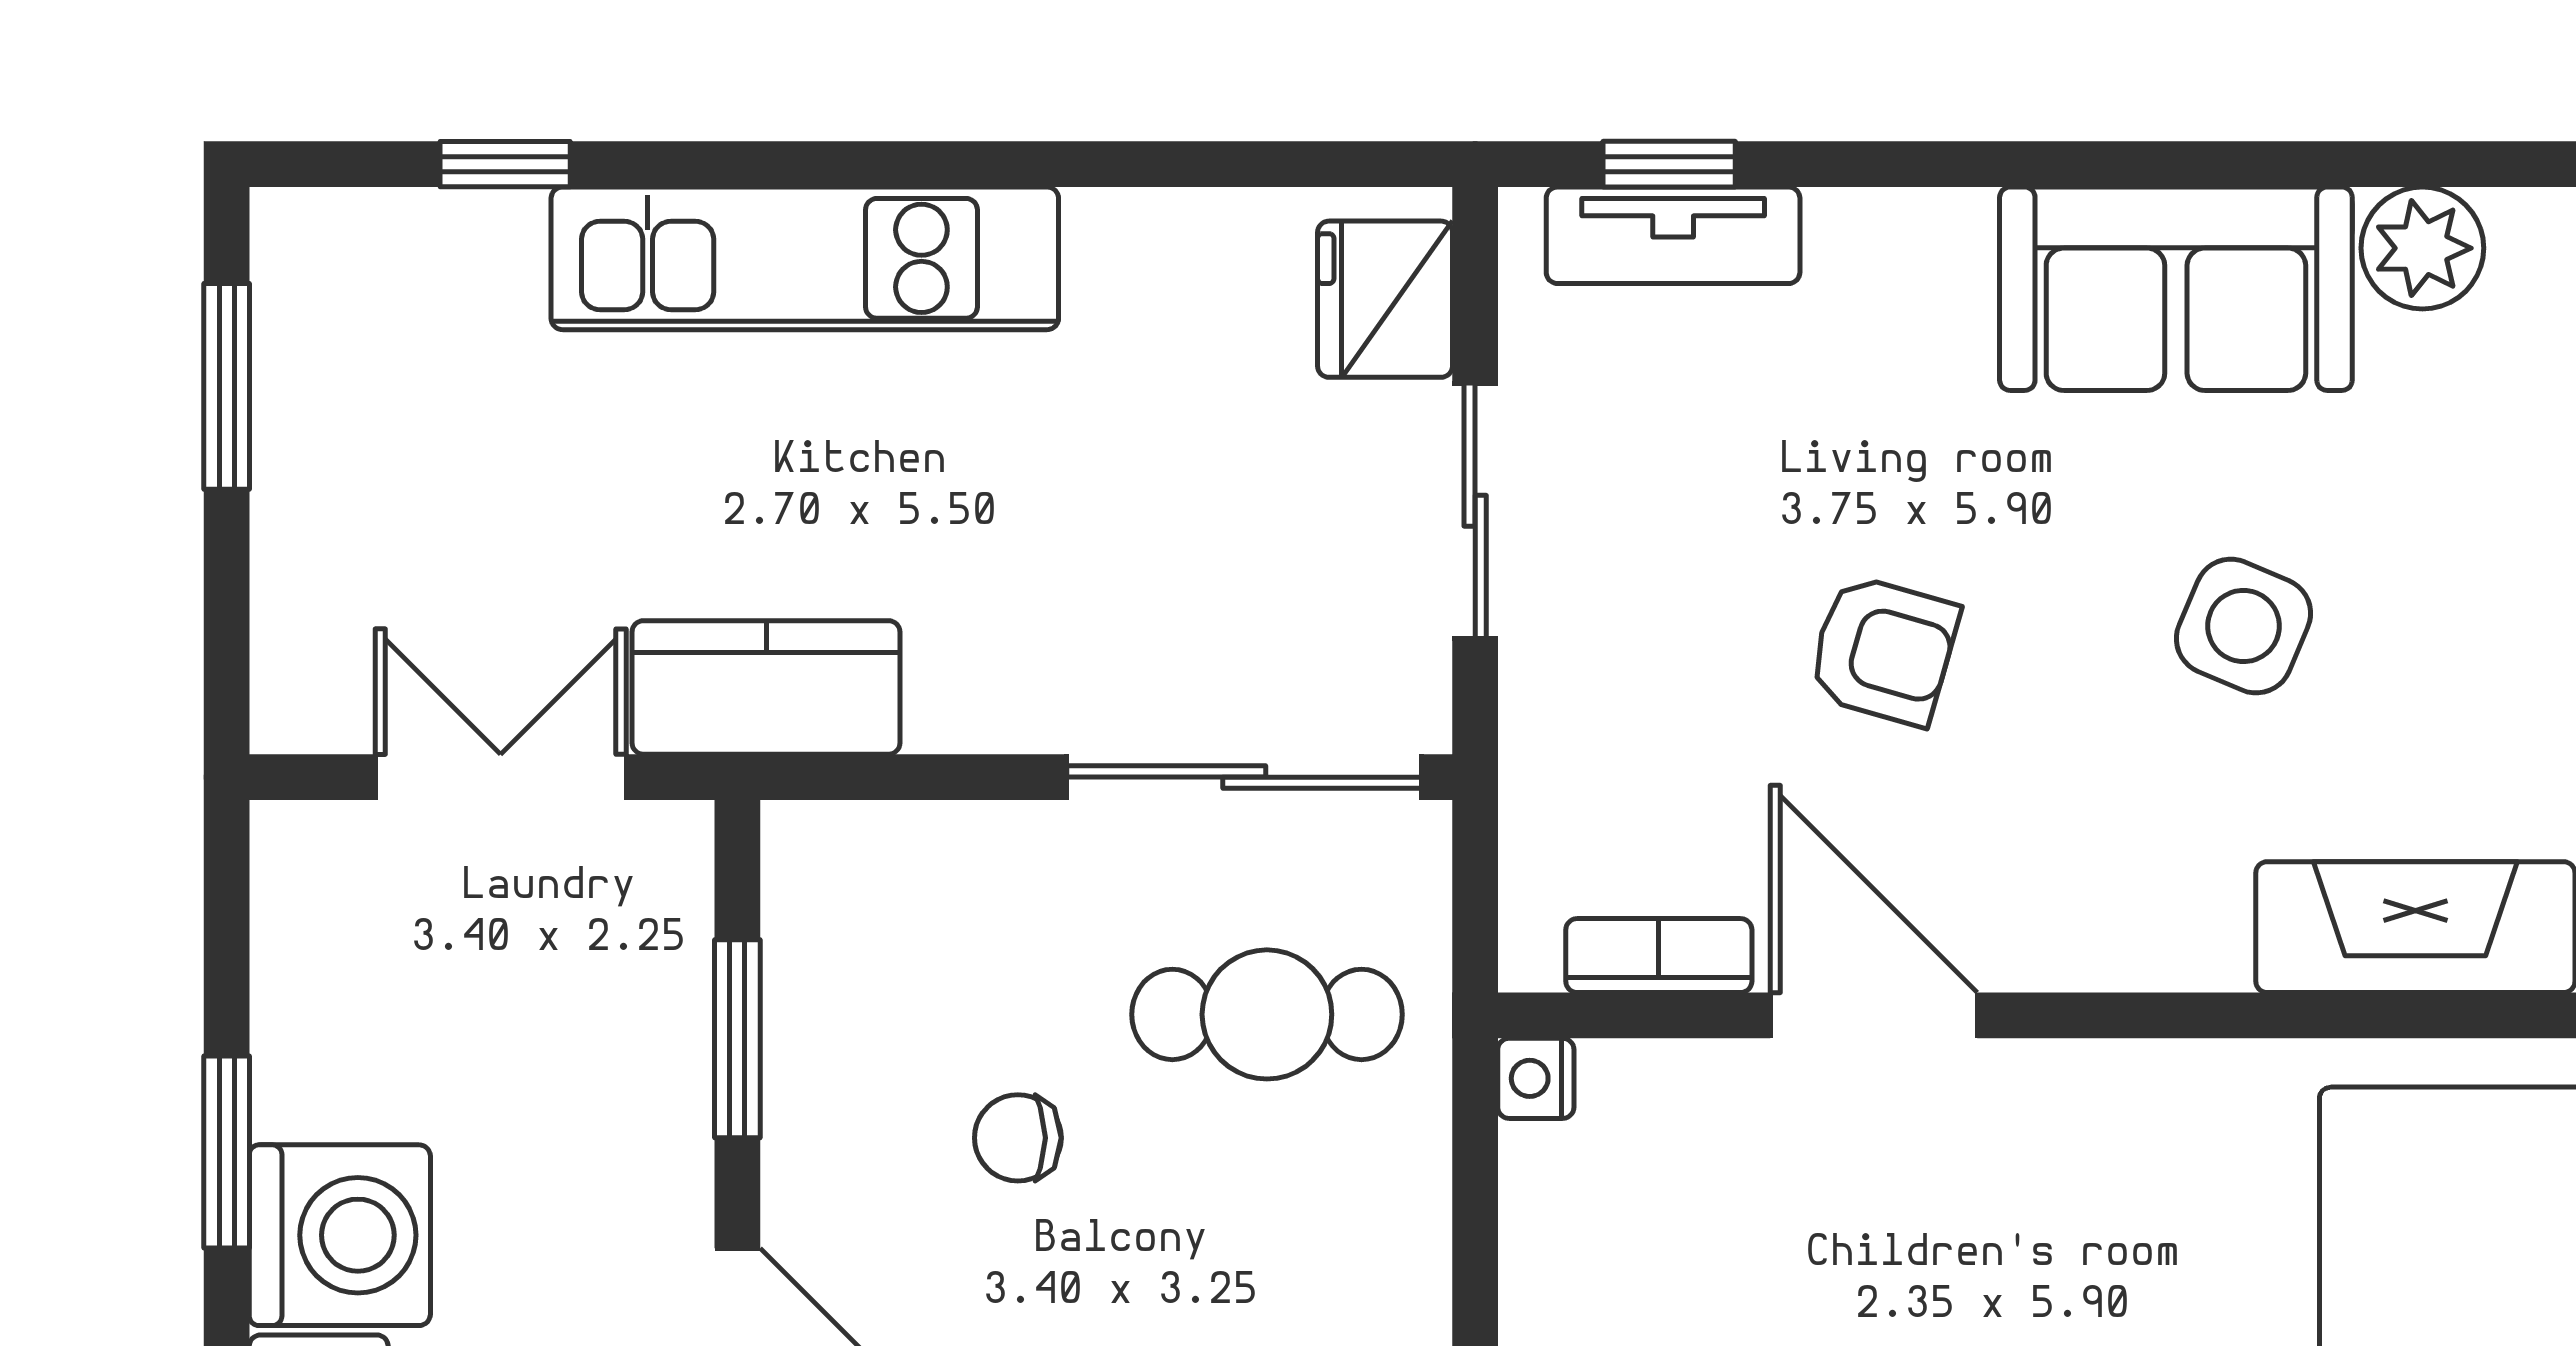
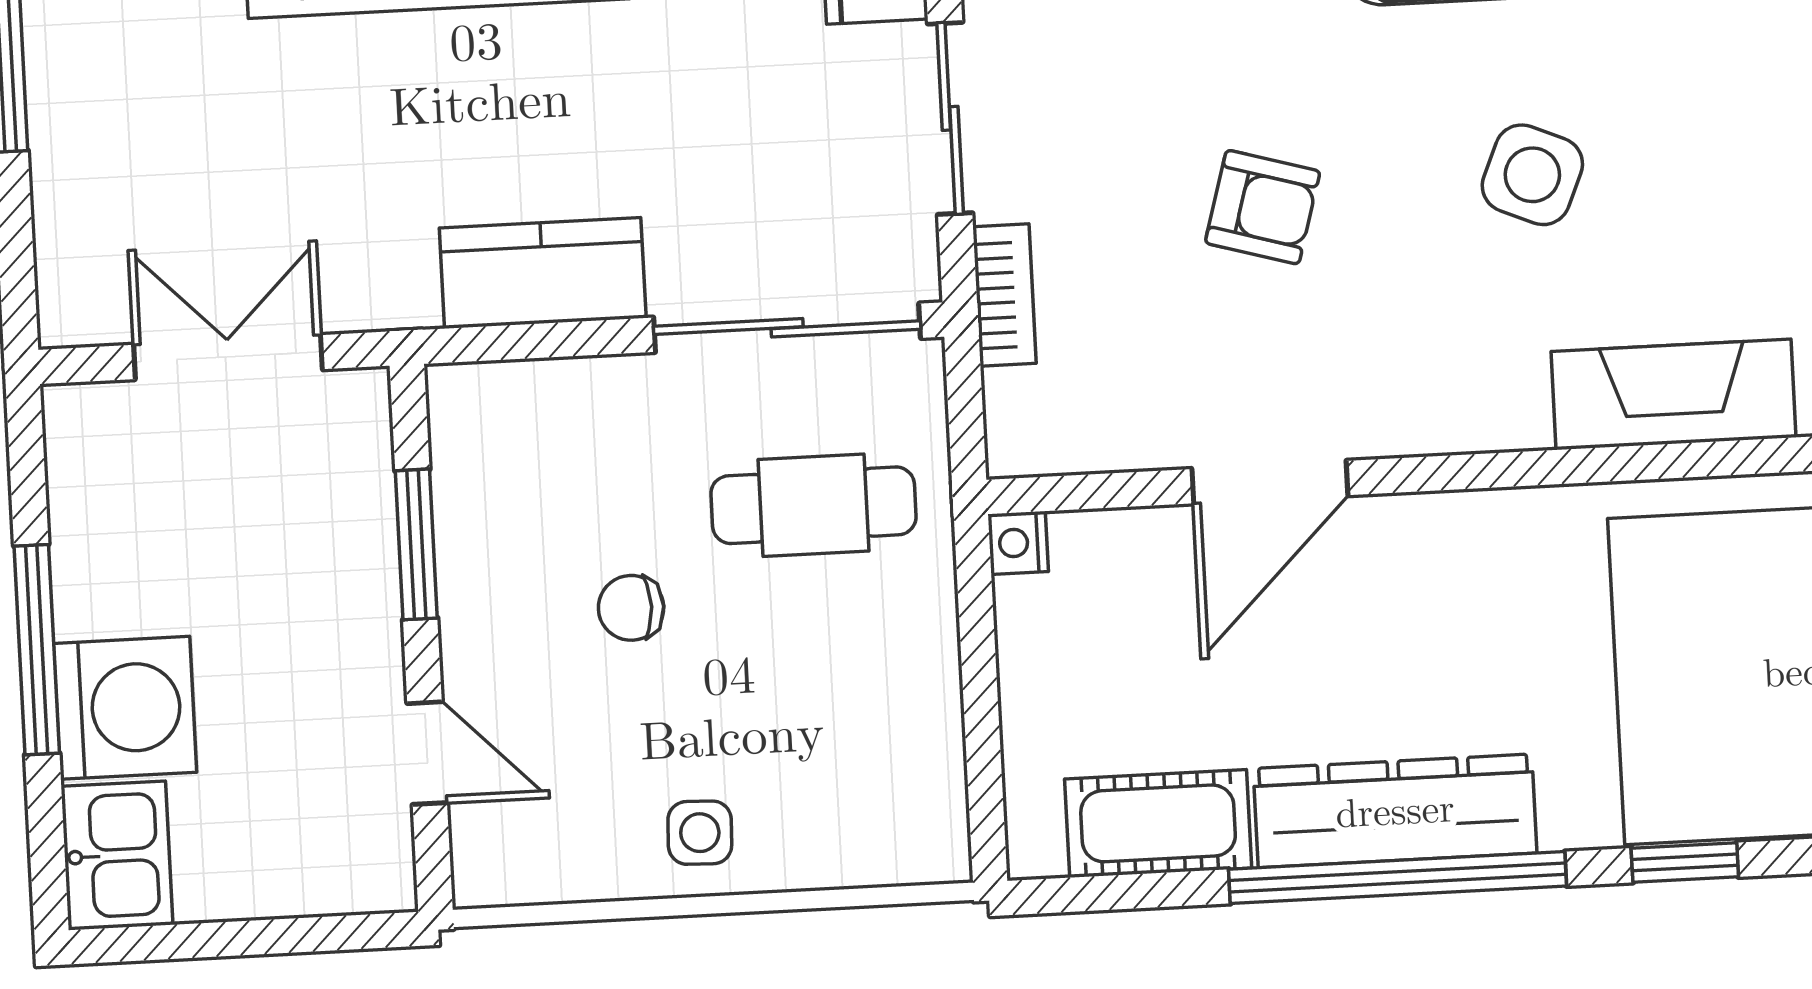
kitchen counter: (766, 687) -> (543, 273), moved
bookcase: (1659, 956) -> (1005, 295), moved, turned 90
door: (1874, 1015) -> (1270, 482), swing flipped
window: (227, 1152) -> (37, 650), width x1.44

